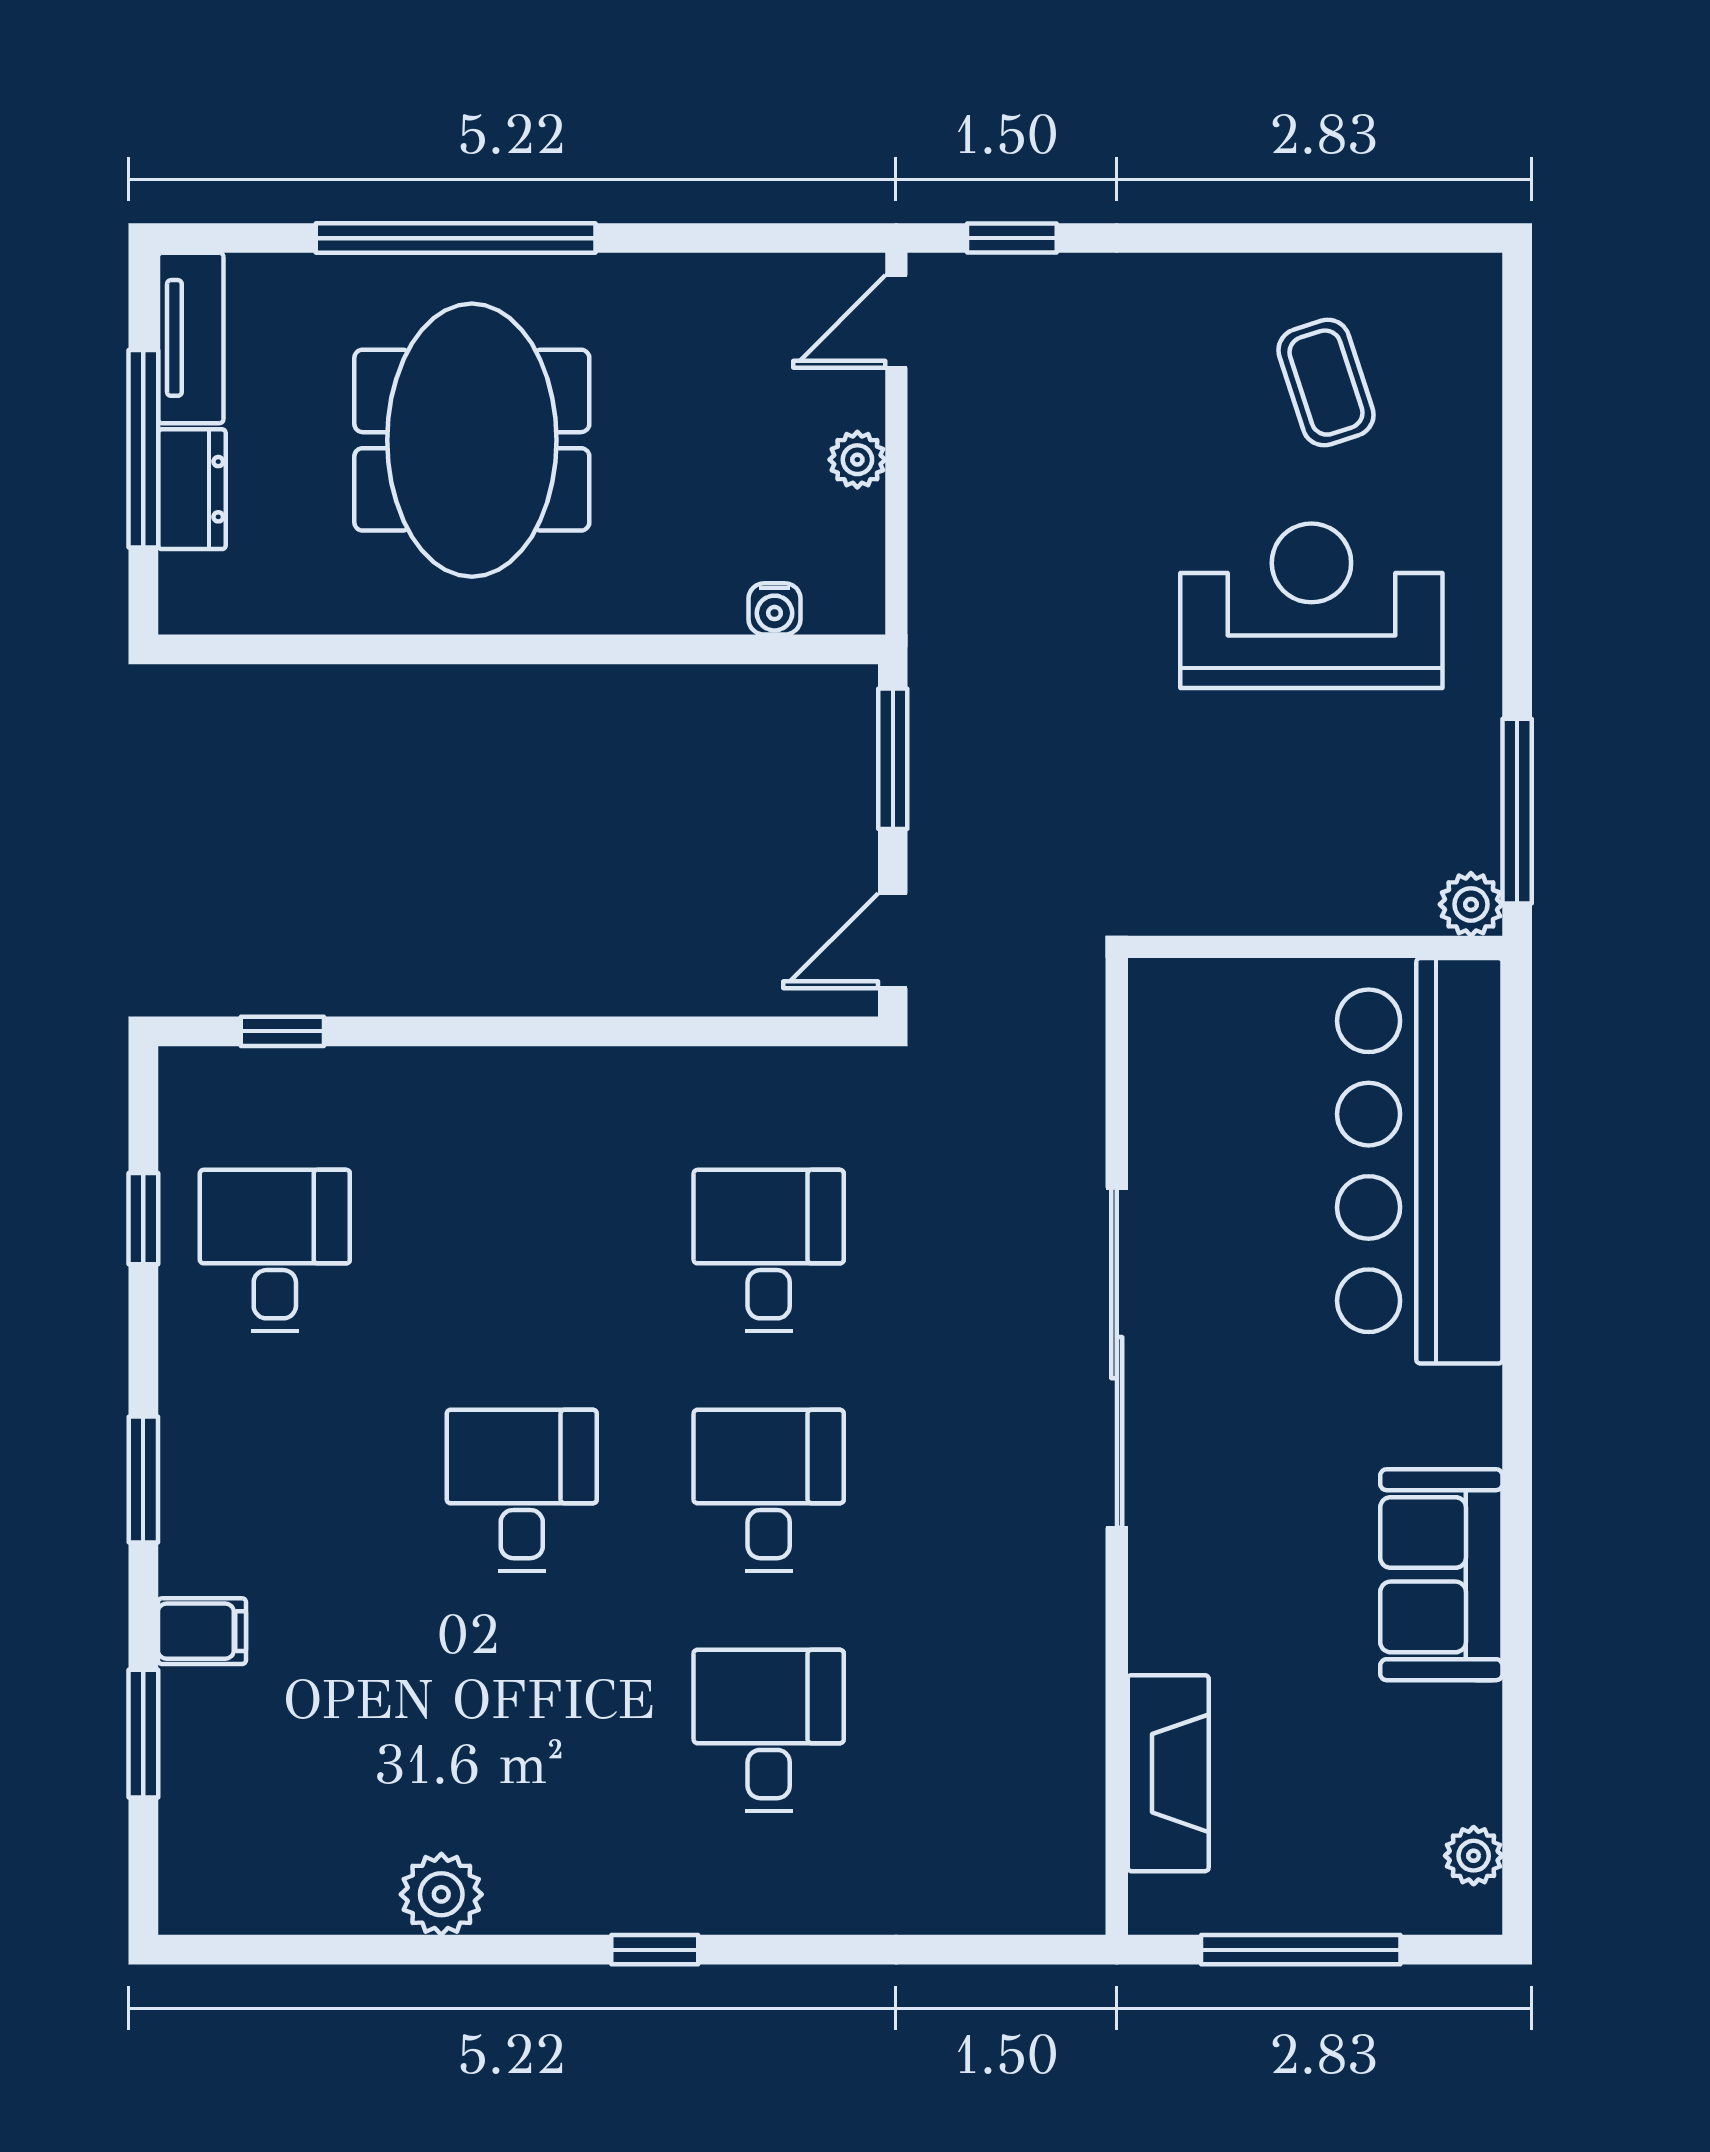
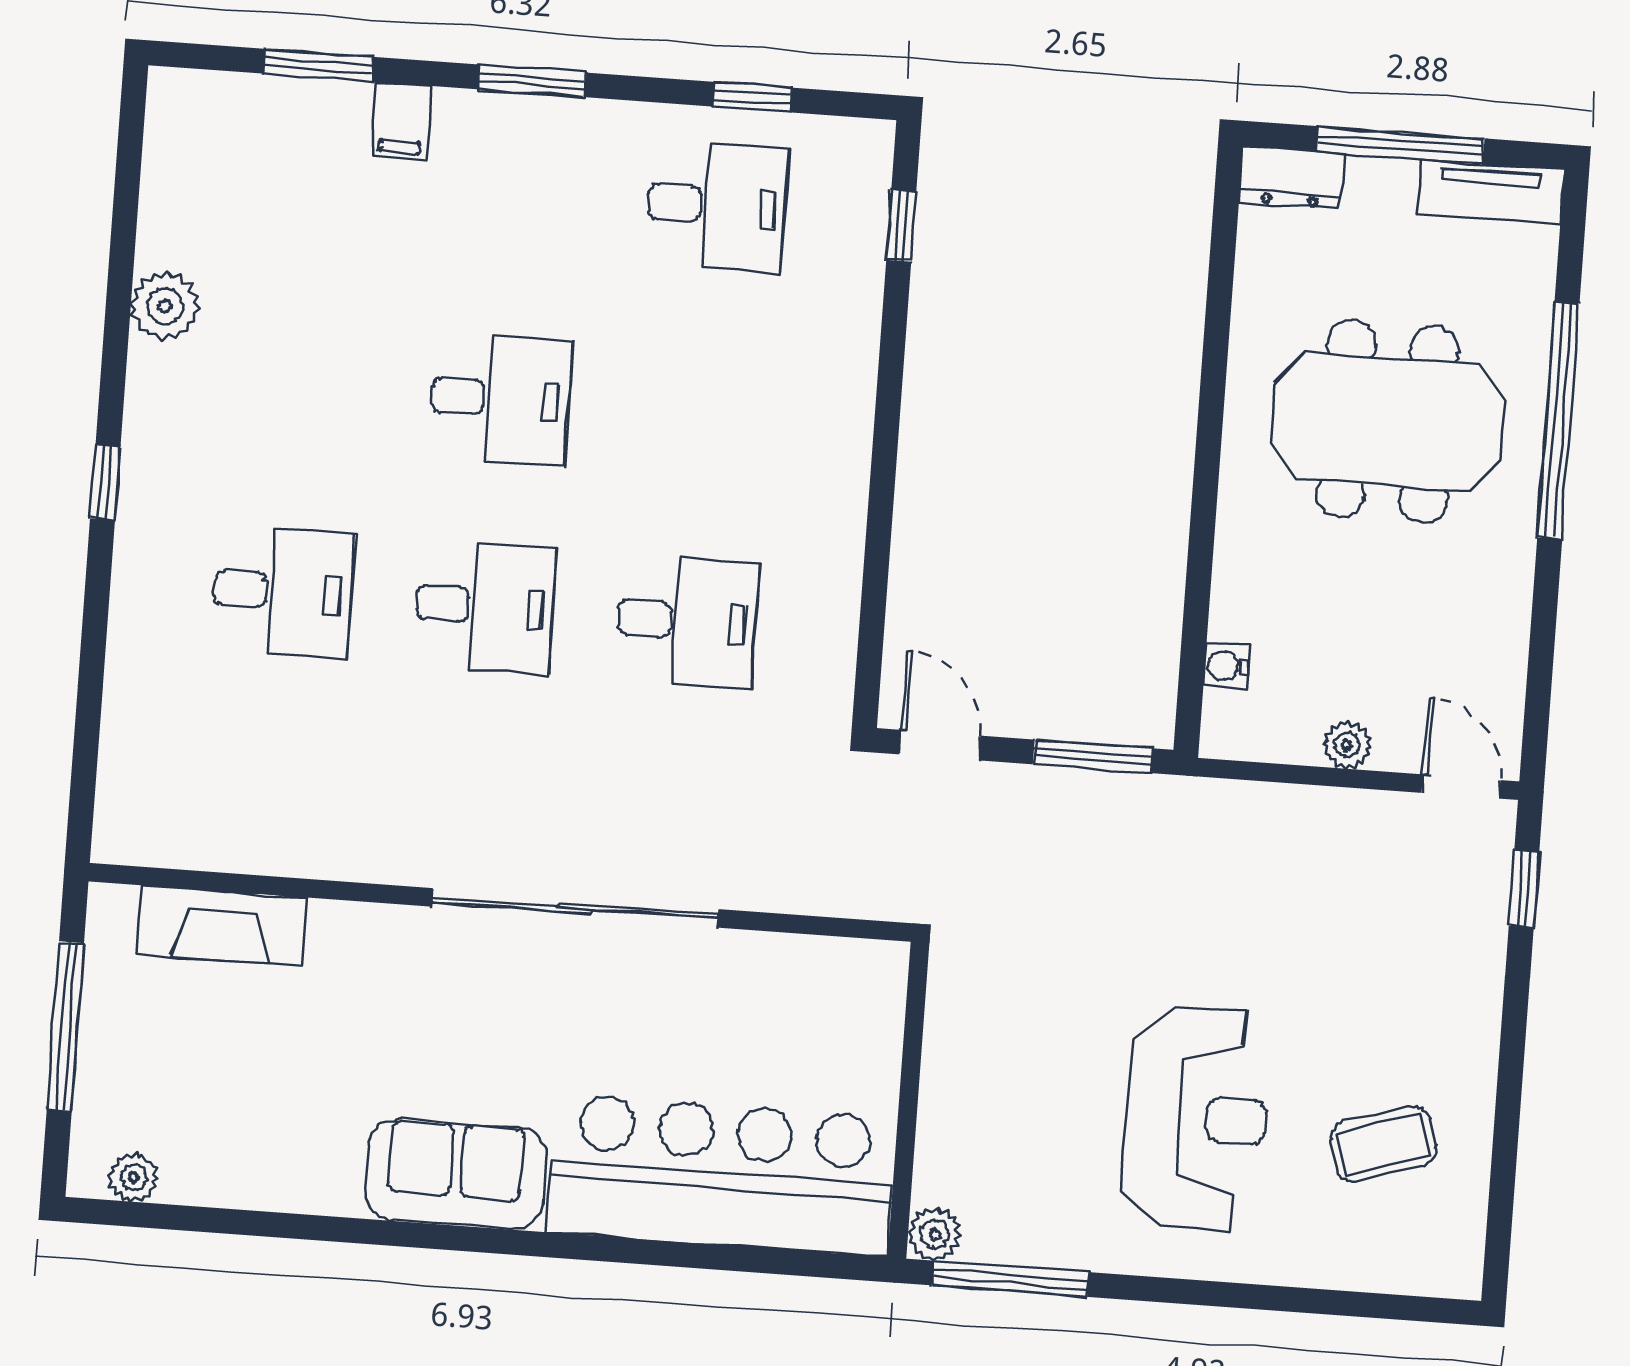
dresser: (192, 489) -> (1291, 178), moved
sofa: (1441, 1575) -> (456, 1174), moved

